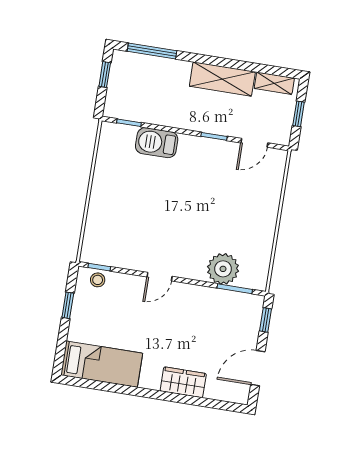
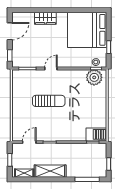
barbecue: (157, 143) -> (96, 134), moved
sun lounger: (203, 218) -> (49, 101), added
plant: (223, 269) -> (94, 77), moved
door: (160, 277) -> (51, 68), moved
bed: (102, 364) -> (87, 30), width x2.04

